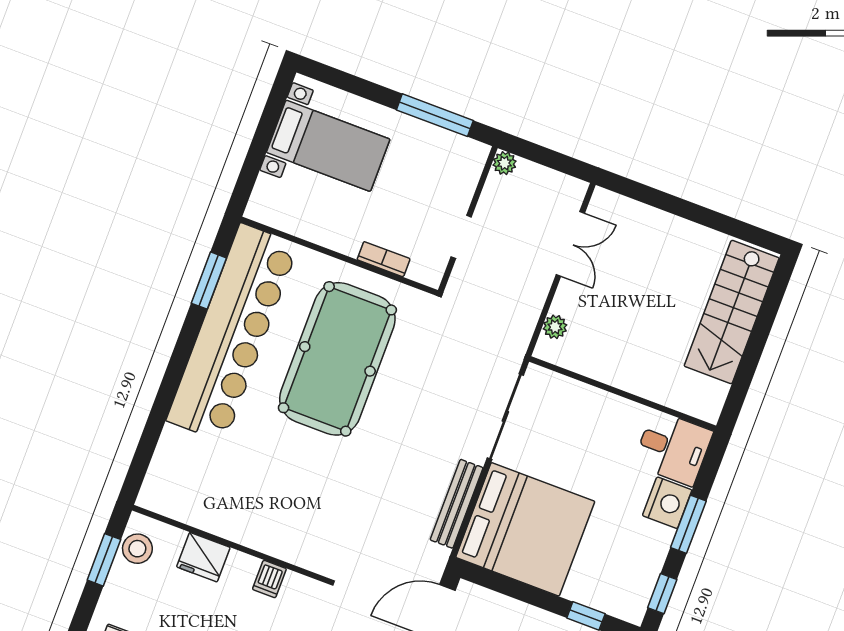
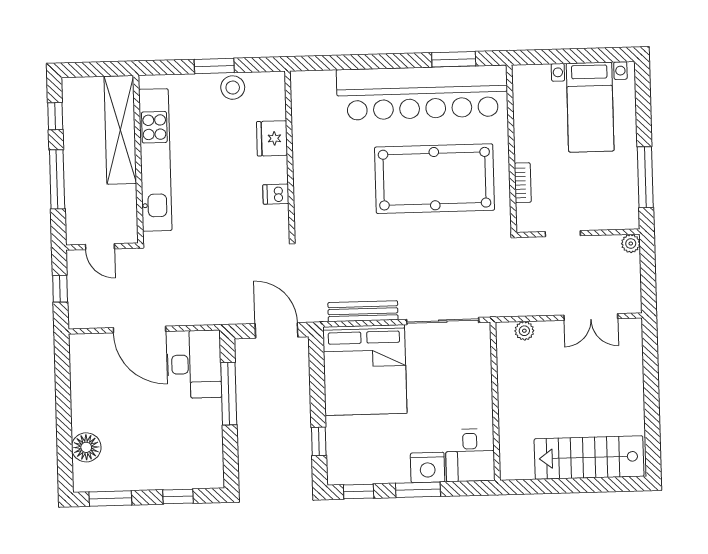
wall: (231, 544) -> (290, 155), moved
fridge: (203, 557) -> (272, 138), moved
dishwasher: (269, 579) -> (276, 194), moved

